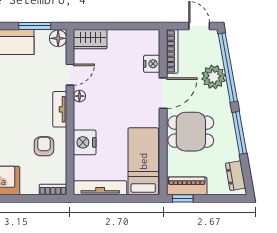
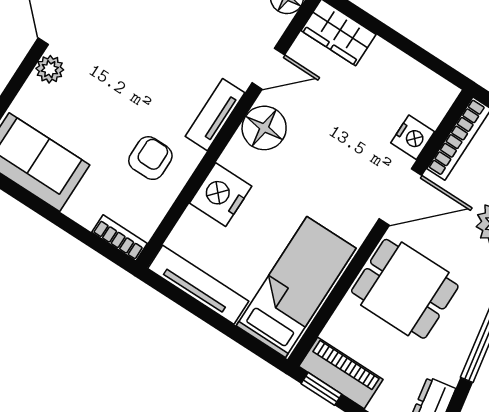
floor lamp: (79, 96) -> (264, 128), width x1.89, depth x1.89

